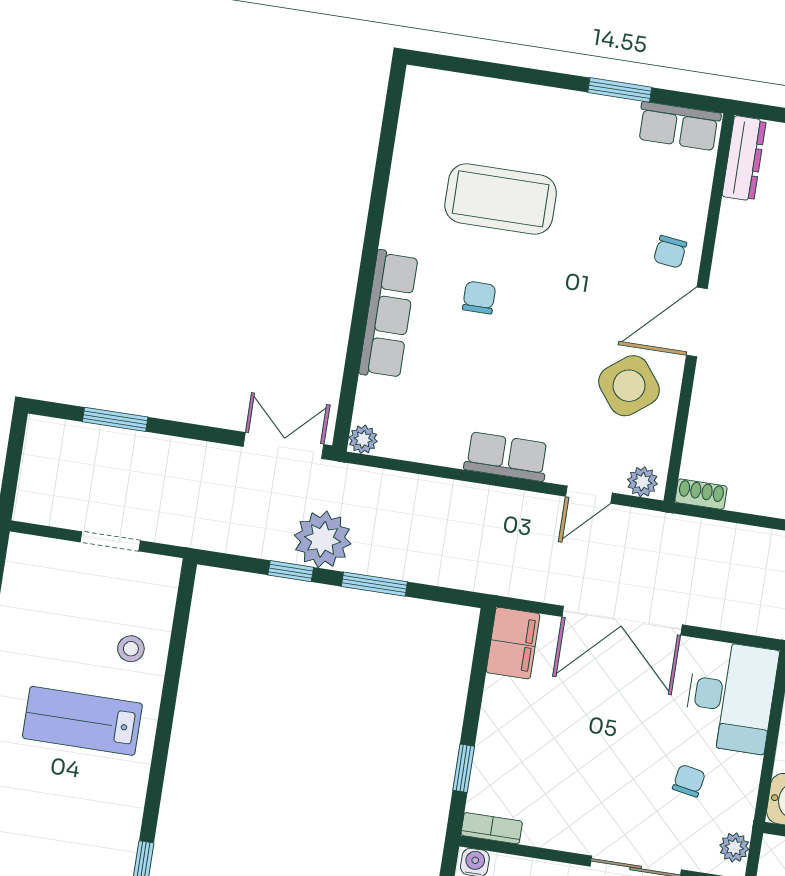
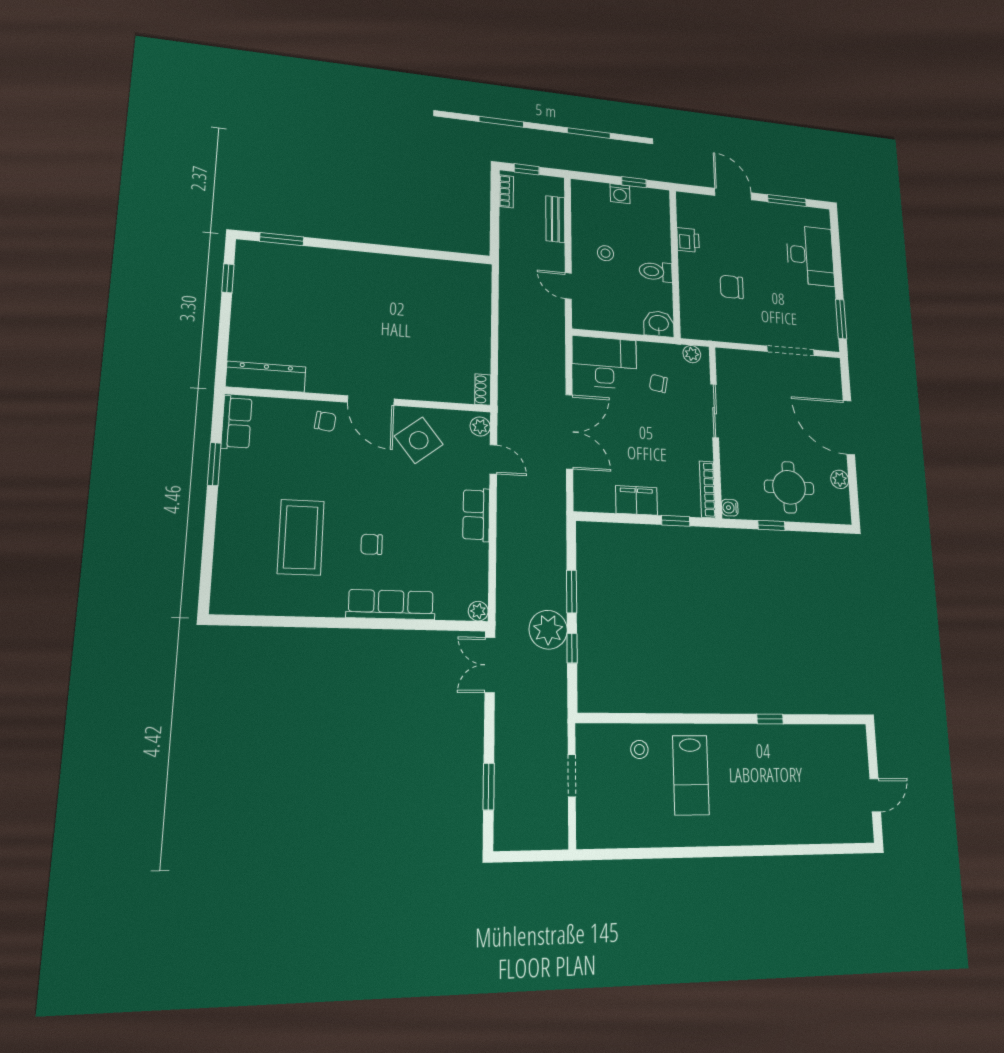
dresser: (744, 158) -> (266, 377), width x1.37, depth x1.24
filing cabinet: (513, 643) -> (637, 500), moved
bookcase: (492, 828) -> (707, 489), width x1.56

